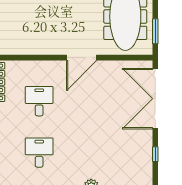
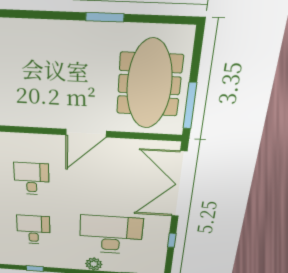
window: (155, 31) -> (190, 106), width x1.44
desk: (105, 153) -> (111, 235), added

